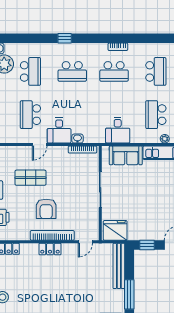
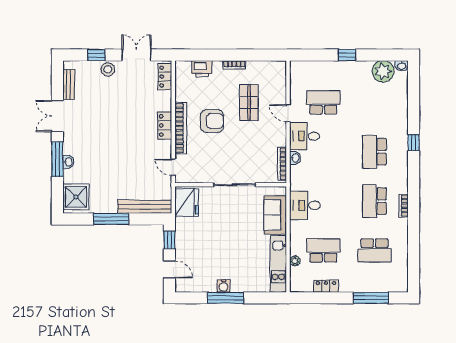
school desk: (30, 71) -> (374, 102), removed
armchair: (46, 209) -> (212, 121), turned 180

